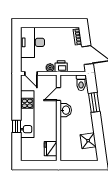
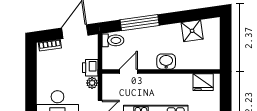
door: (58, 94) -> (128, 71), swing flipped
window: (94, 102) -> (140, 23), width x1.44
washbasin: (66, 110) -> (166, 62), moved

